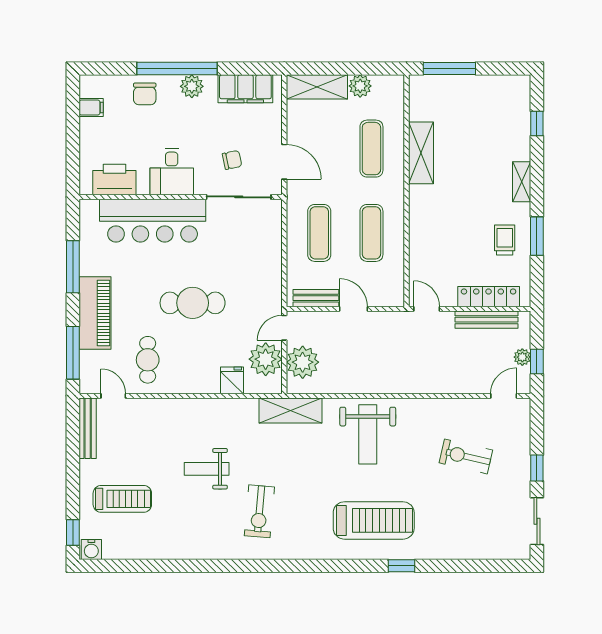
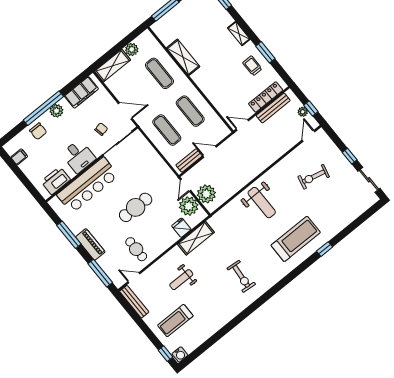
piano: (95, 313) -> (90, 244), width x0.73, depth x0.75
shelving: (290, 410) -> (196, 238), moved
weight bench: (207, 469) -> (181, 280), moved
treadmill: (122, 499) -> (175, 321), turned 180

